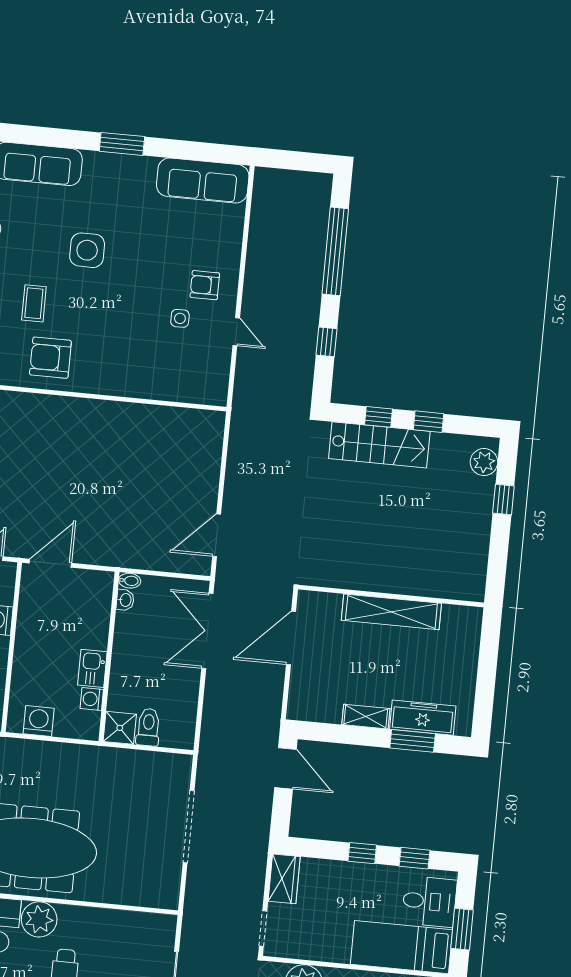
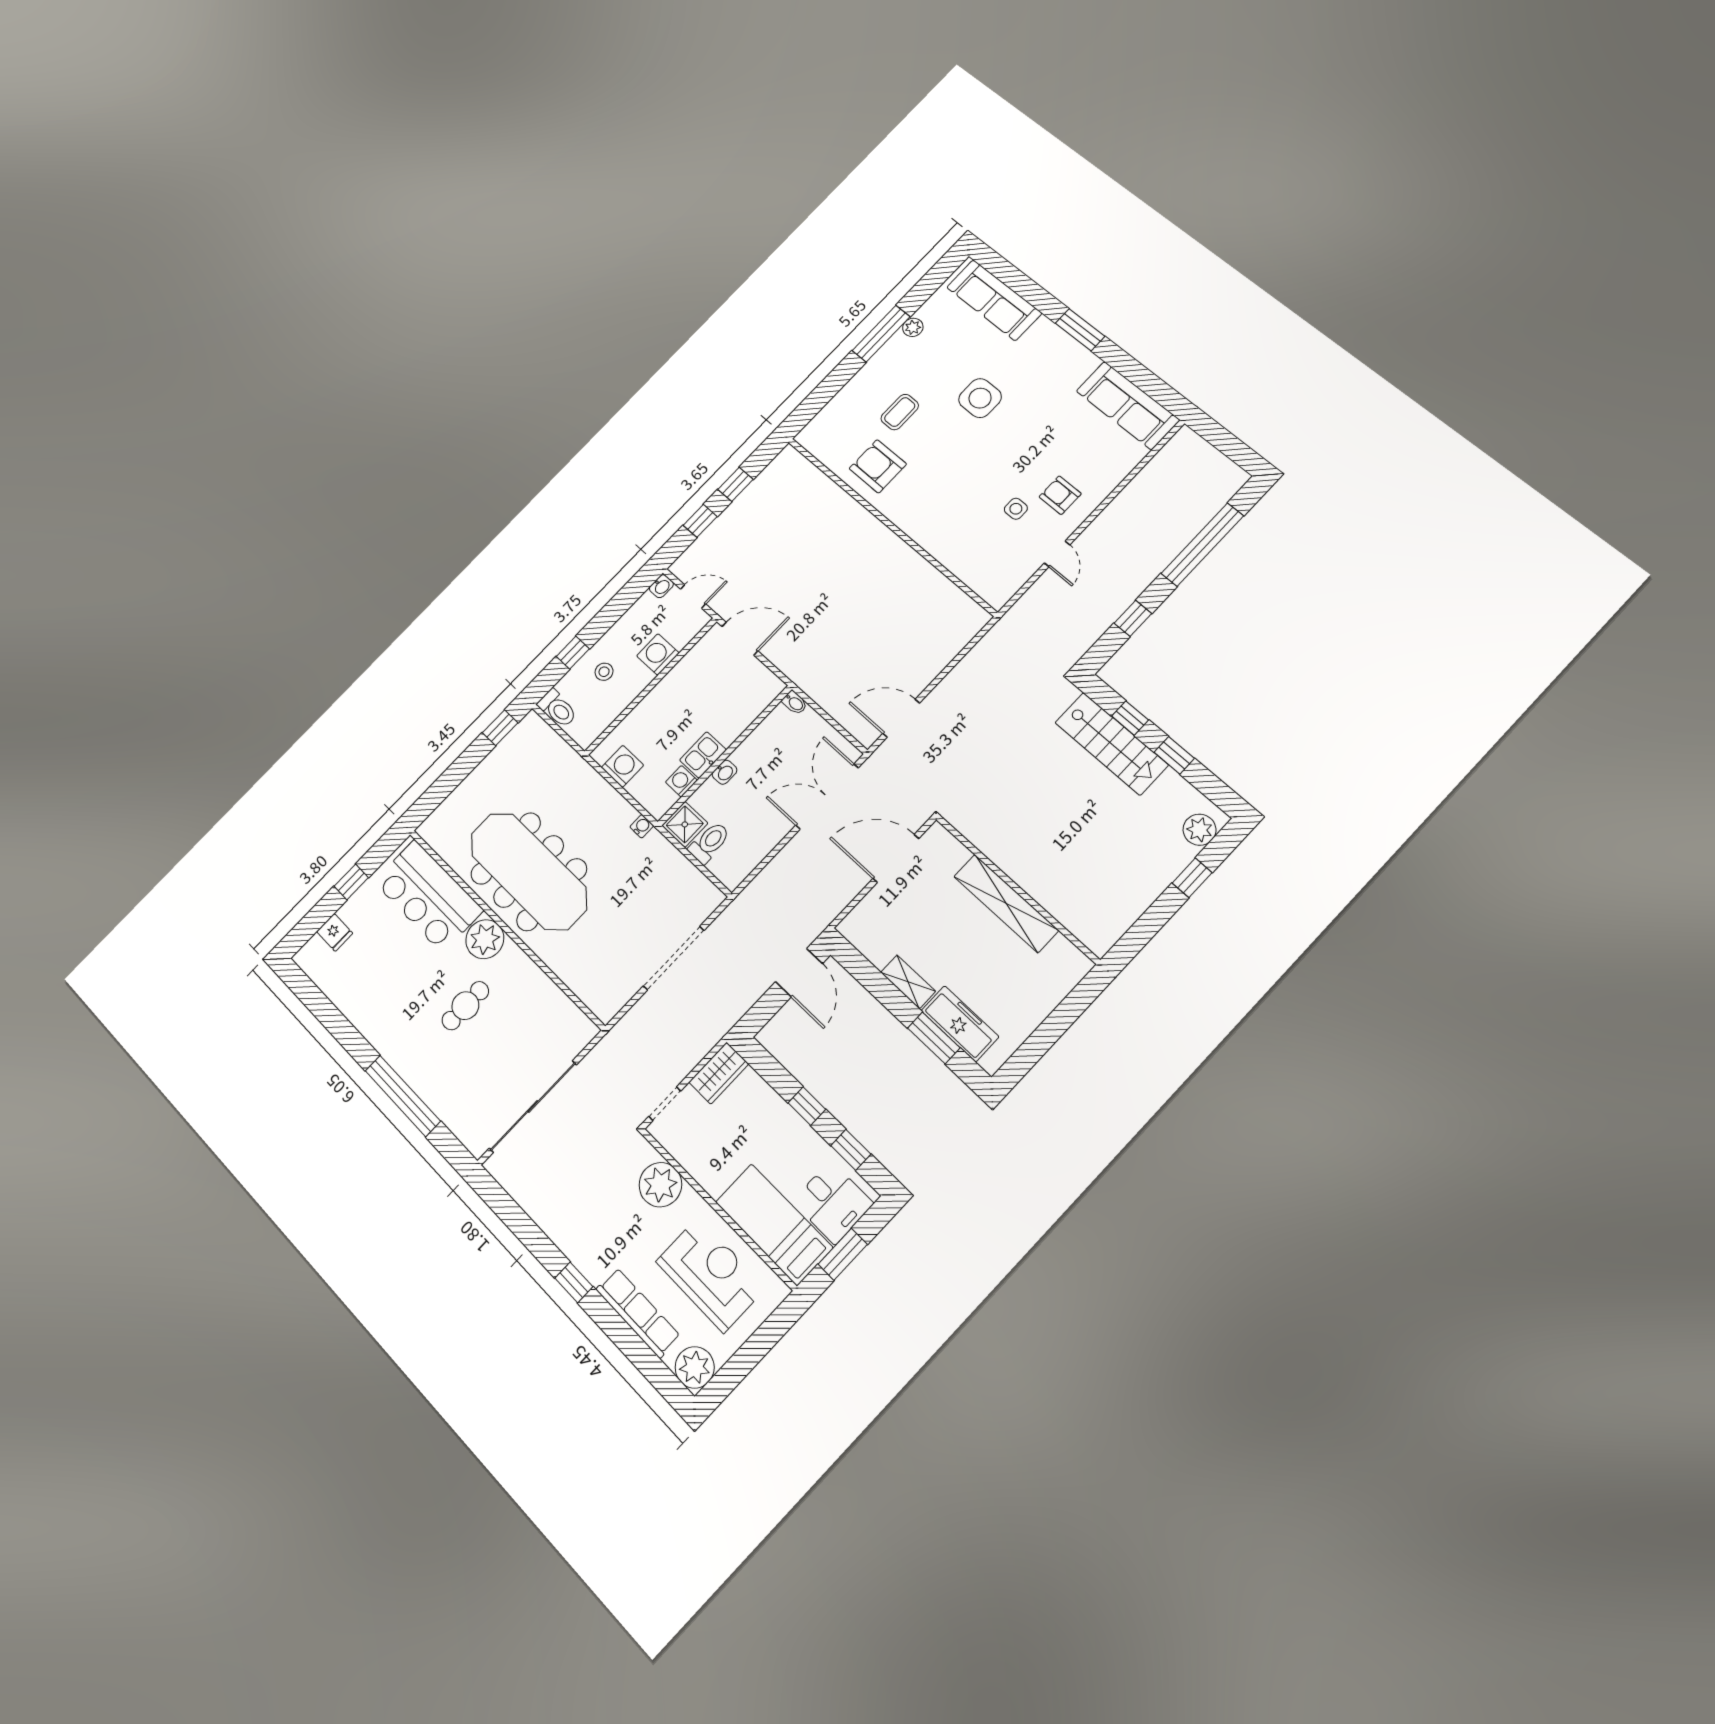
washbasin: (125, 600) -> (725, 772), moved
water cooler: (89, 753) -> (642, 826), added

